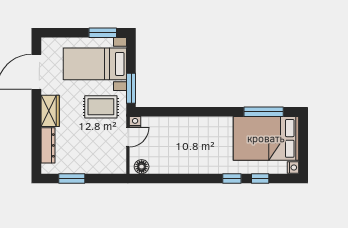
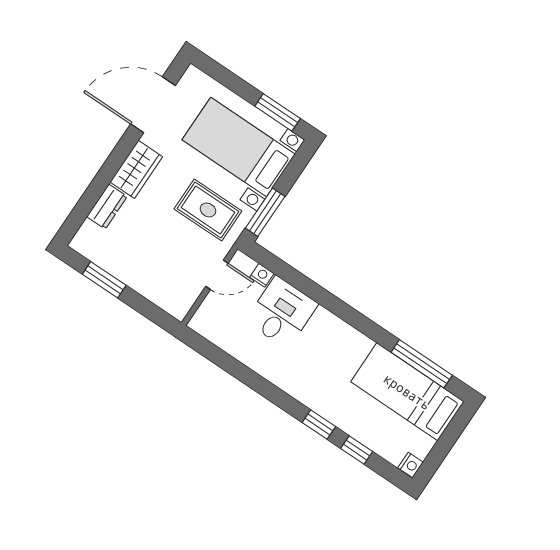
nightstand: (135, 122) -> (262, 275), moved
desk: (174, 134) -> (282, 312), added
bed: (266, 138) -> (407, 392), width x0.67
dresser: (48, 145) -> (107, 207), width x0.70
floor lamp: (142, 167) -> (208, 327), removed

